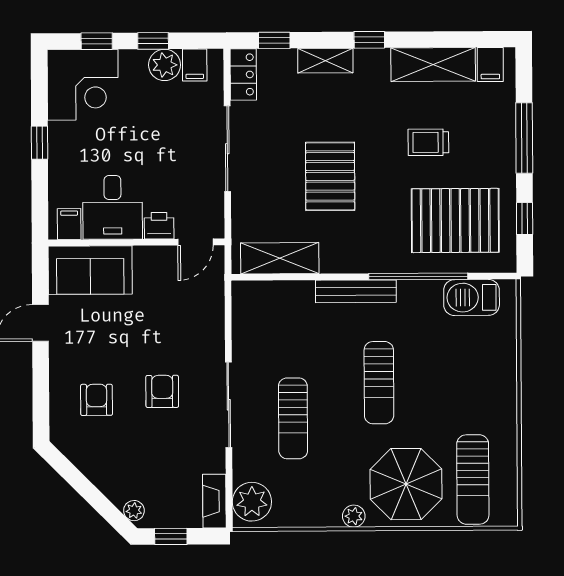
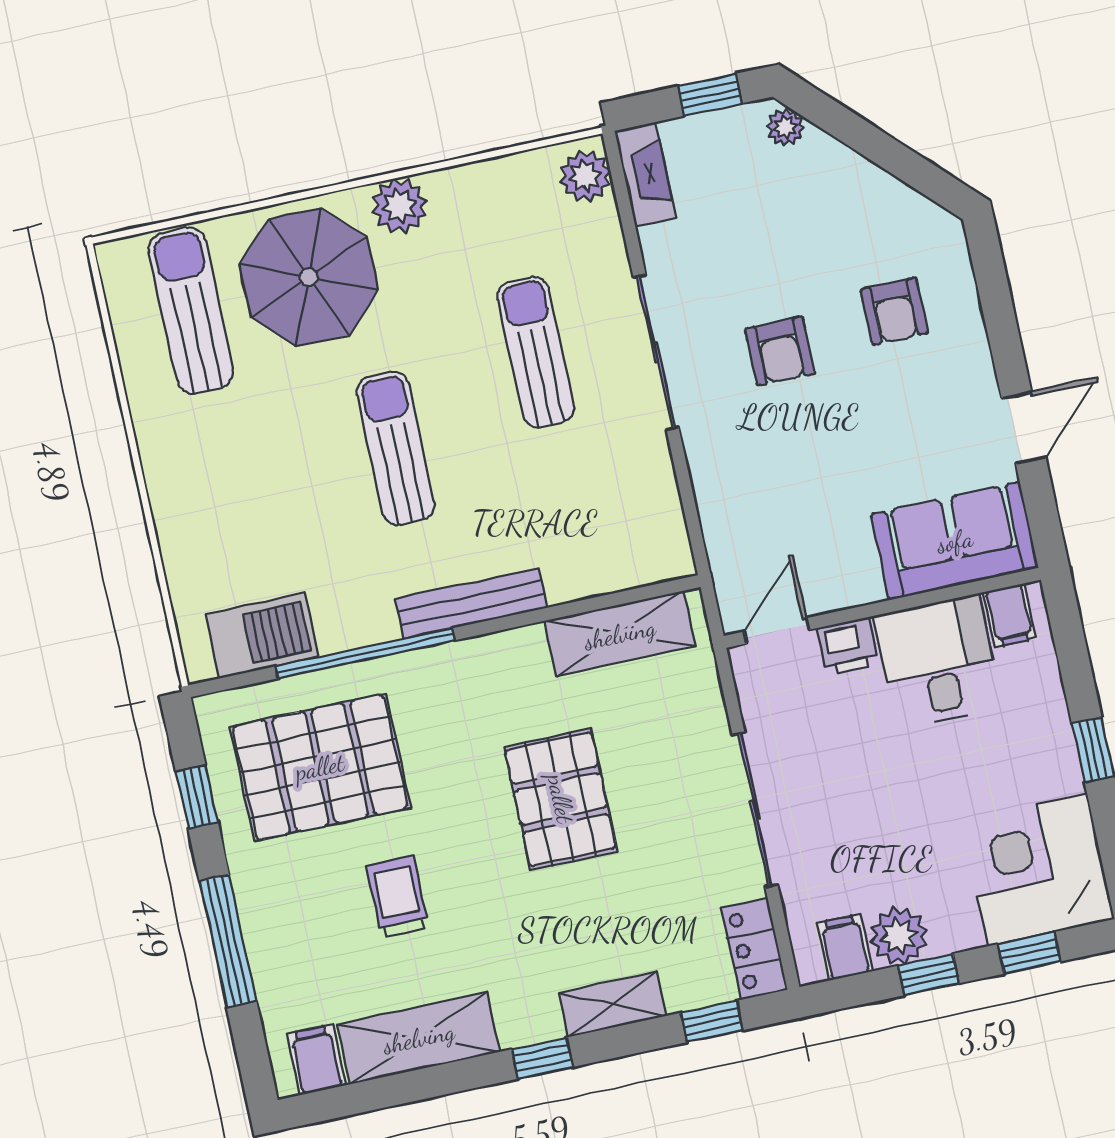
trolley: (428, 142) -> (398, 897), turned -90
plant: (252, 502) -> (585, 176), width x0.73, depth x0.73
plant: (354, 516) -> (399, 206), width x1.38, depth x1.38

